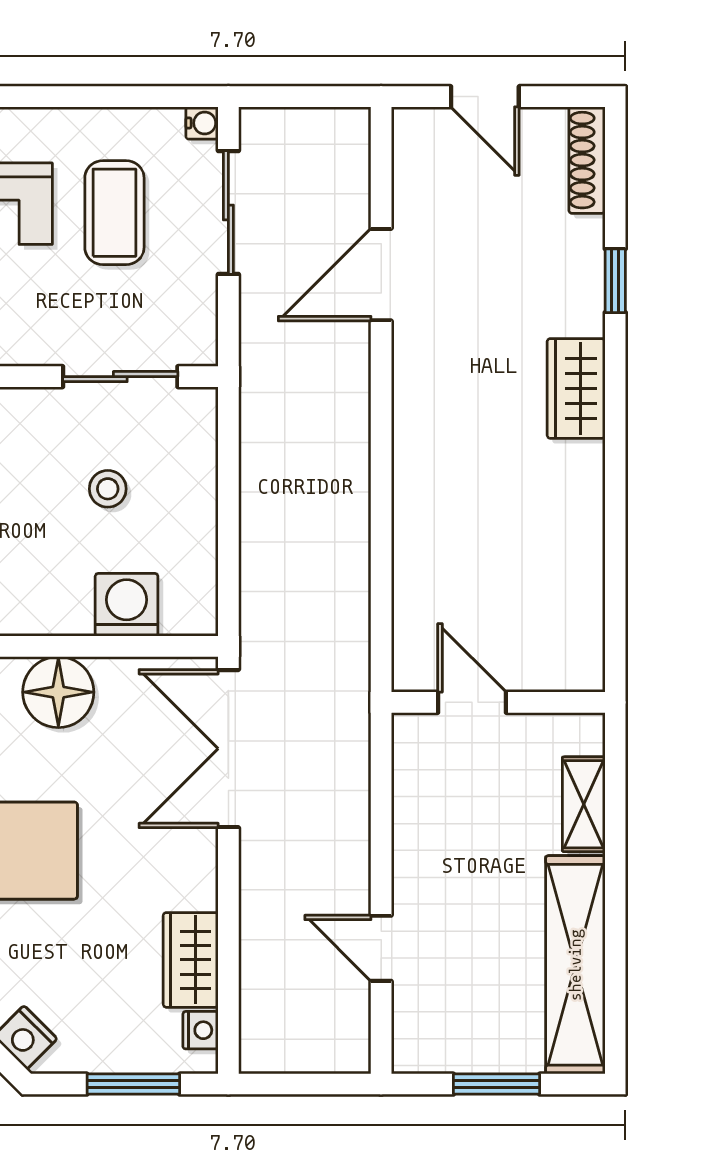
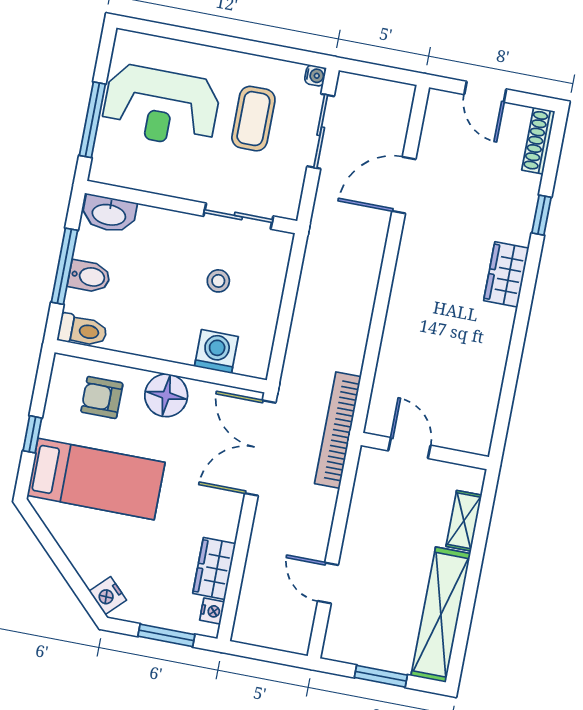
bookcase: (349, 695) -> (338, 430), added

